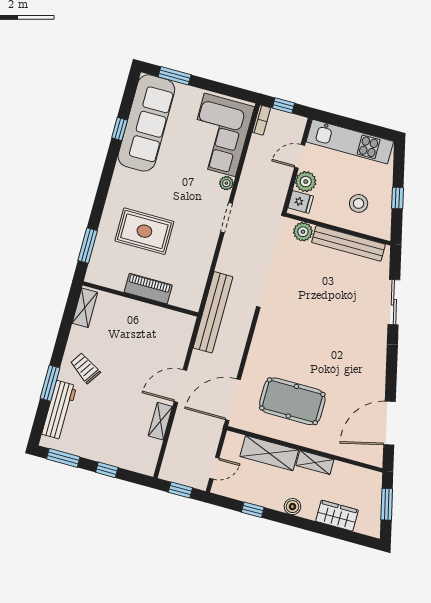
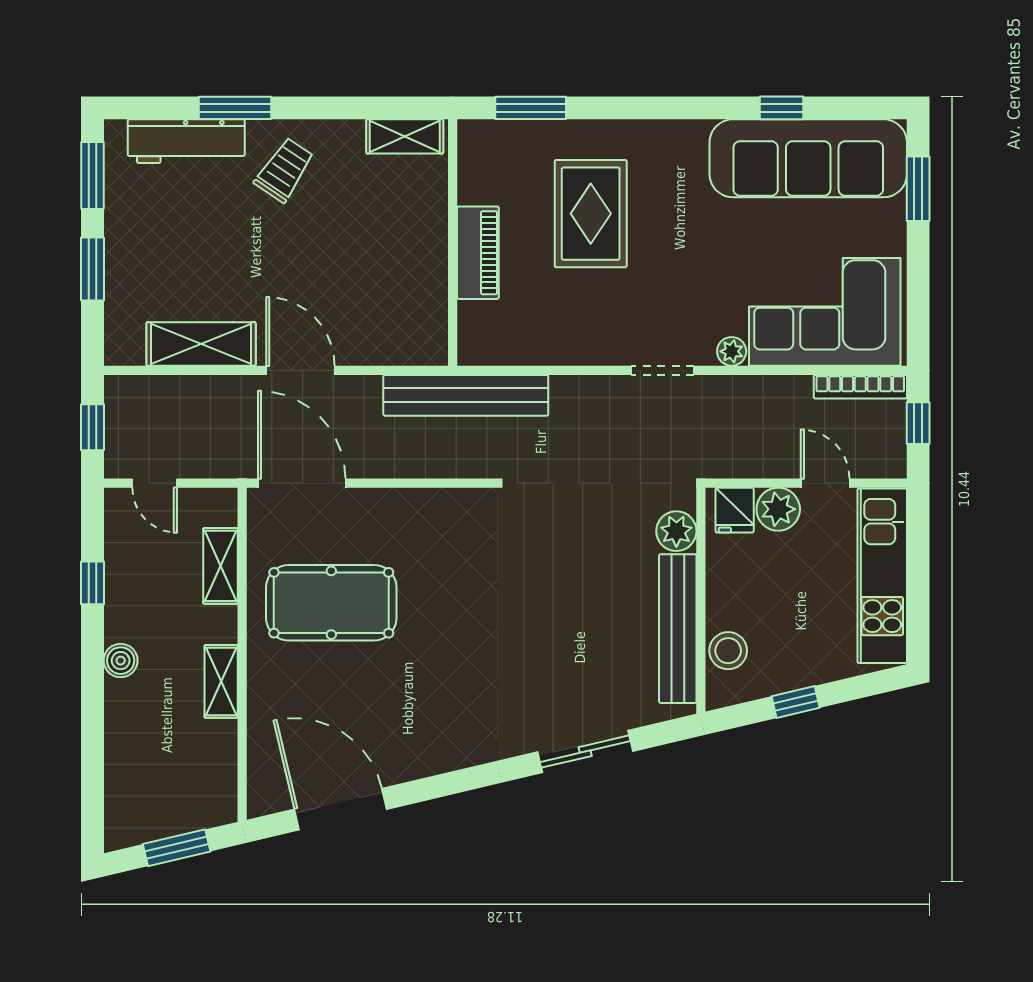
bookcase: (261, 120) -> (860, 387), width x1.56
stool: (359, 203) -> (728, 651), moved
pool table: (292, 401) -> (331, 603), turned 90
shelving: (160, 421) -> (201, 344), width x1.50, depth x1.33
shelving: (269, 453) -> (221, 566), width x0.67, depth x0.75
window: (107, 470) -> (92, 269), width x1.50
wardrobe: (337, 516) -> (127, 754), removed

